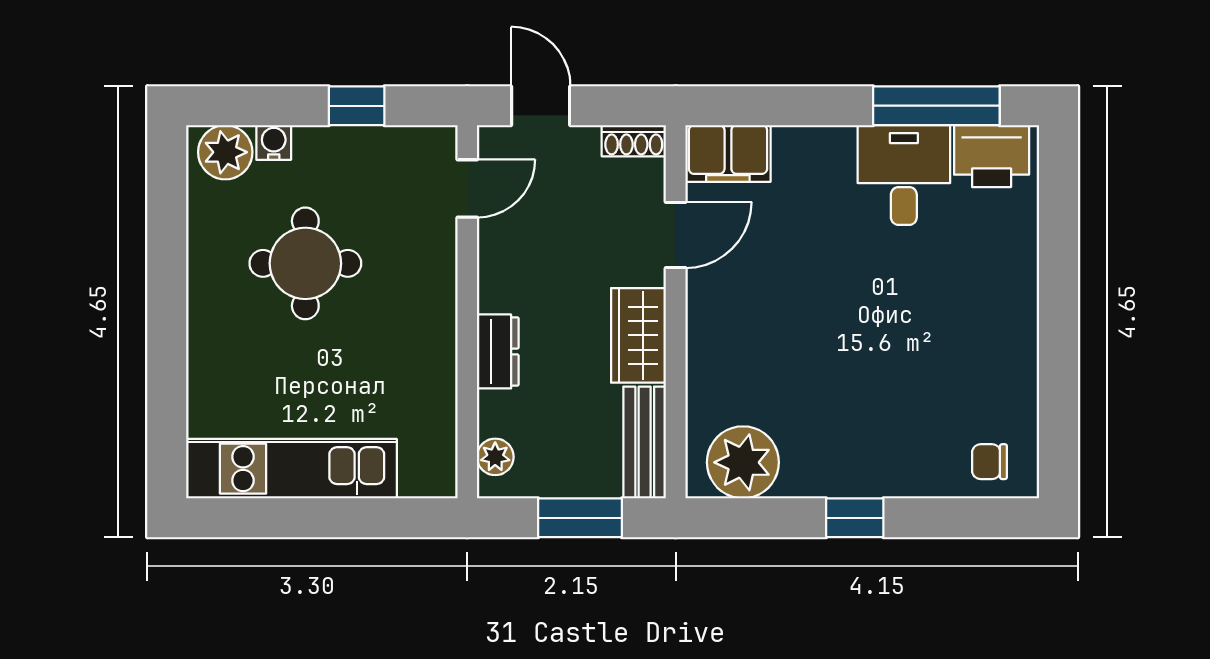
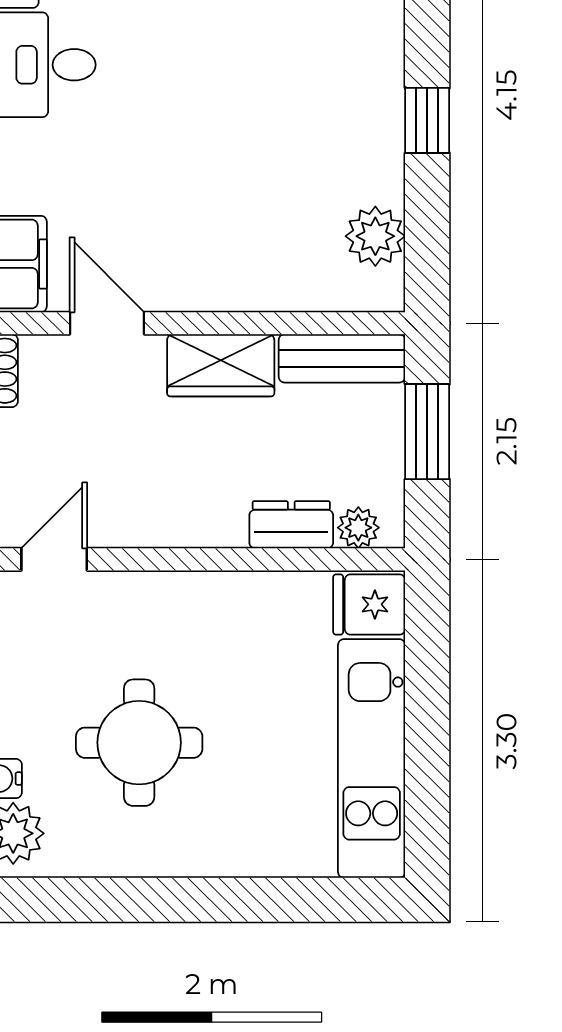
door: (467, 188) -> (54, 559), hinge flipped
dresser: (498, 351) -> (291, 525), moved
plant: (743, 462) -> (375, 236), width x0.73, depth x0.73
fridge: (427, 466) -> (369, 604), added

